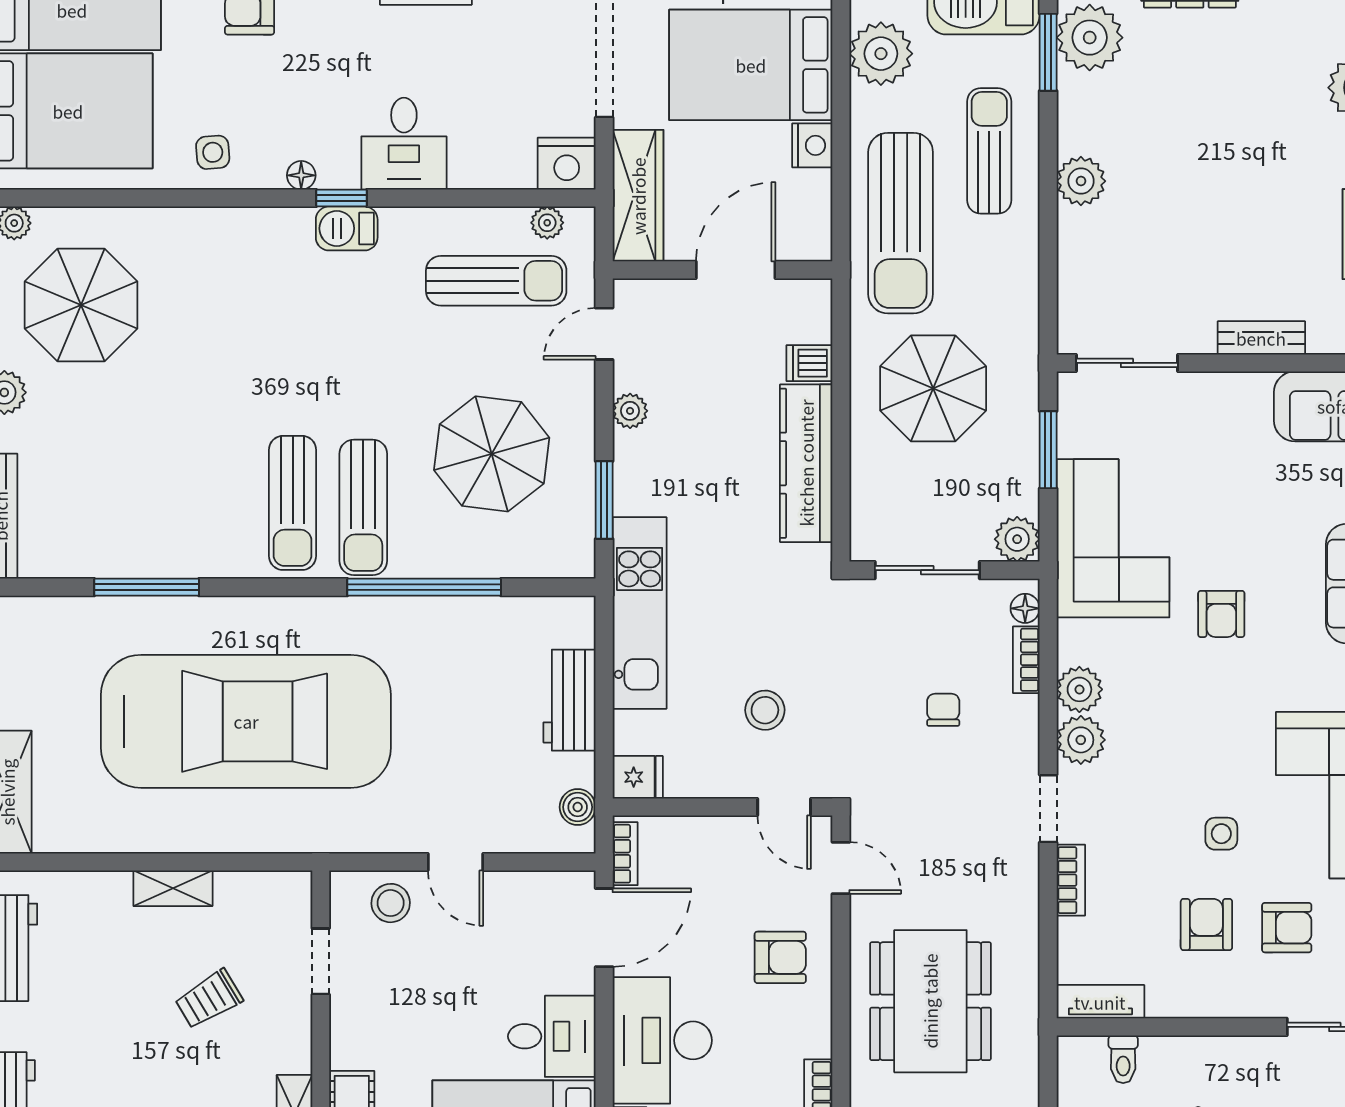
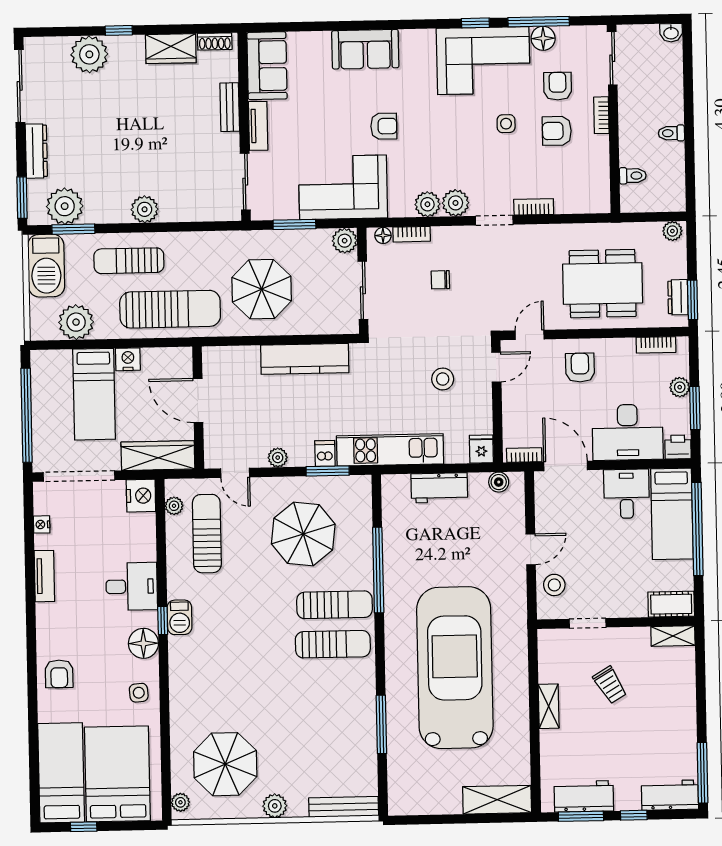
bed: (751, 65) -> (94, 394), width x0.67
floor lamp: (301, 175) -> (143, 643), width x1.89, depth x1.89
dishwasher: (809, 363) -> (325, 453), moved, turned 180
tv unit: (1100, 1002) -> (258, 126), moved, turned 180
bookcase: (1233, 1005) -> (601, 115), added

